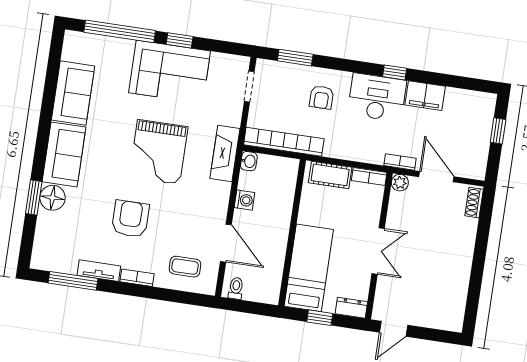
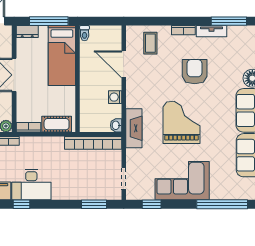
window: (180, 40) -> (152, 204), moved
armchair: (322, 97) -> (71, 179), removed
armchair: (130, 219) -> (195, 72), turned 180
coffee table: (185, 267) -> (150, 43), turned 90
toilet: (236, 288) -> (85, 33), moved
window: (320, 318) -> (49, 21), width x2.17

